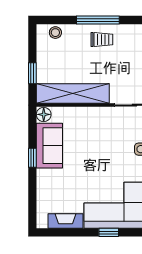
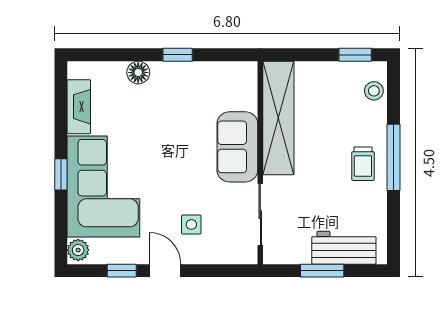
window: (32, 73) -> (355, 55), moved
floor lamp: (44, 114) -> (138, 73), moved
sofa: (49, 146) -> (237, 147), moved, turned 90

